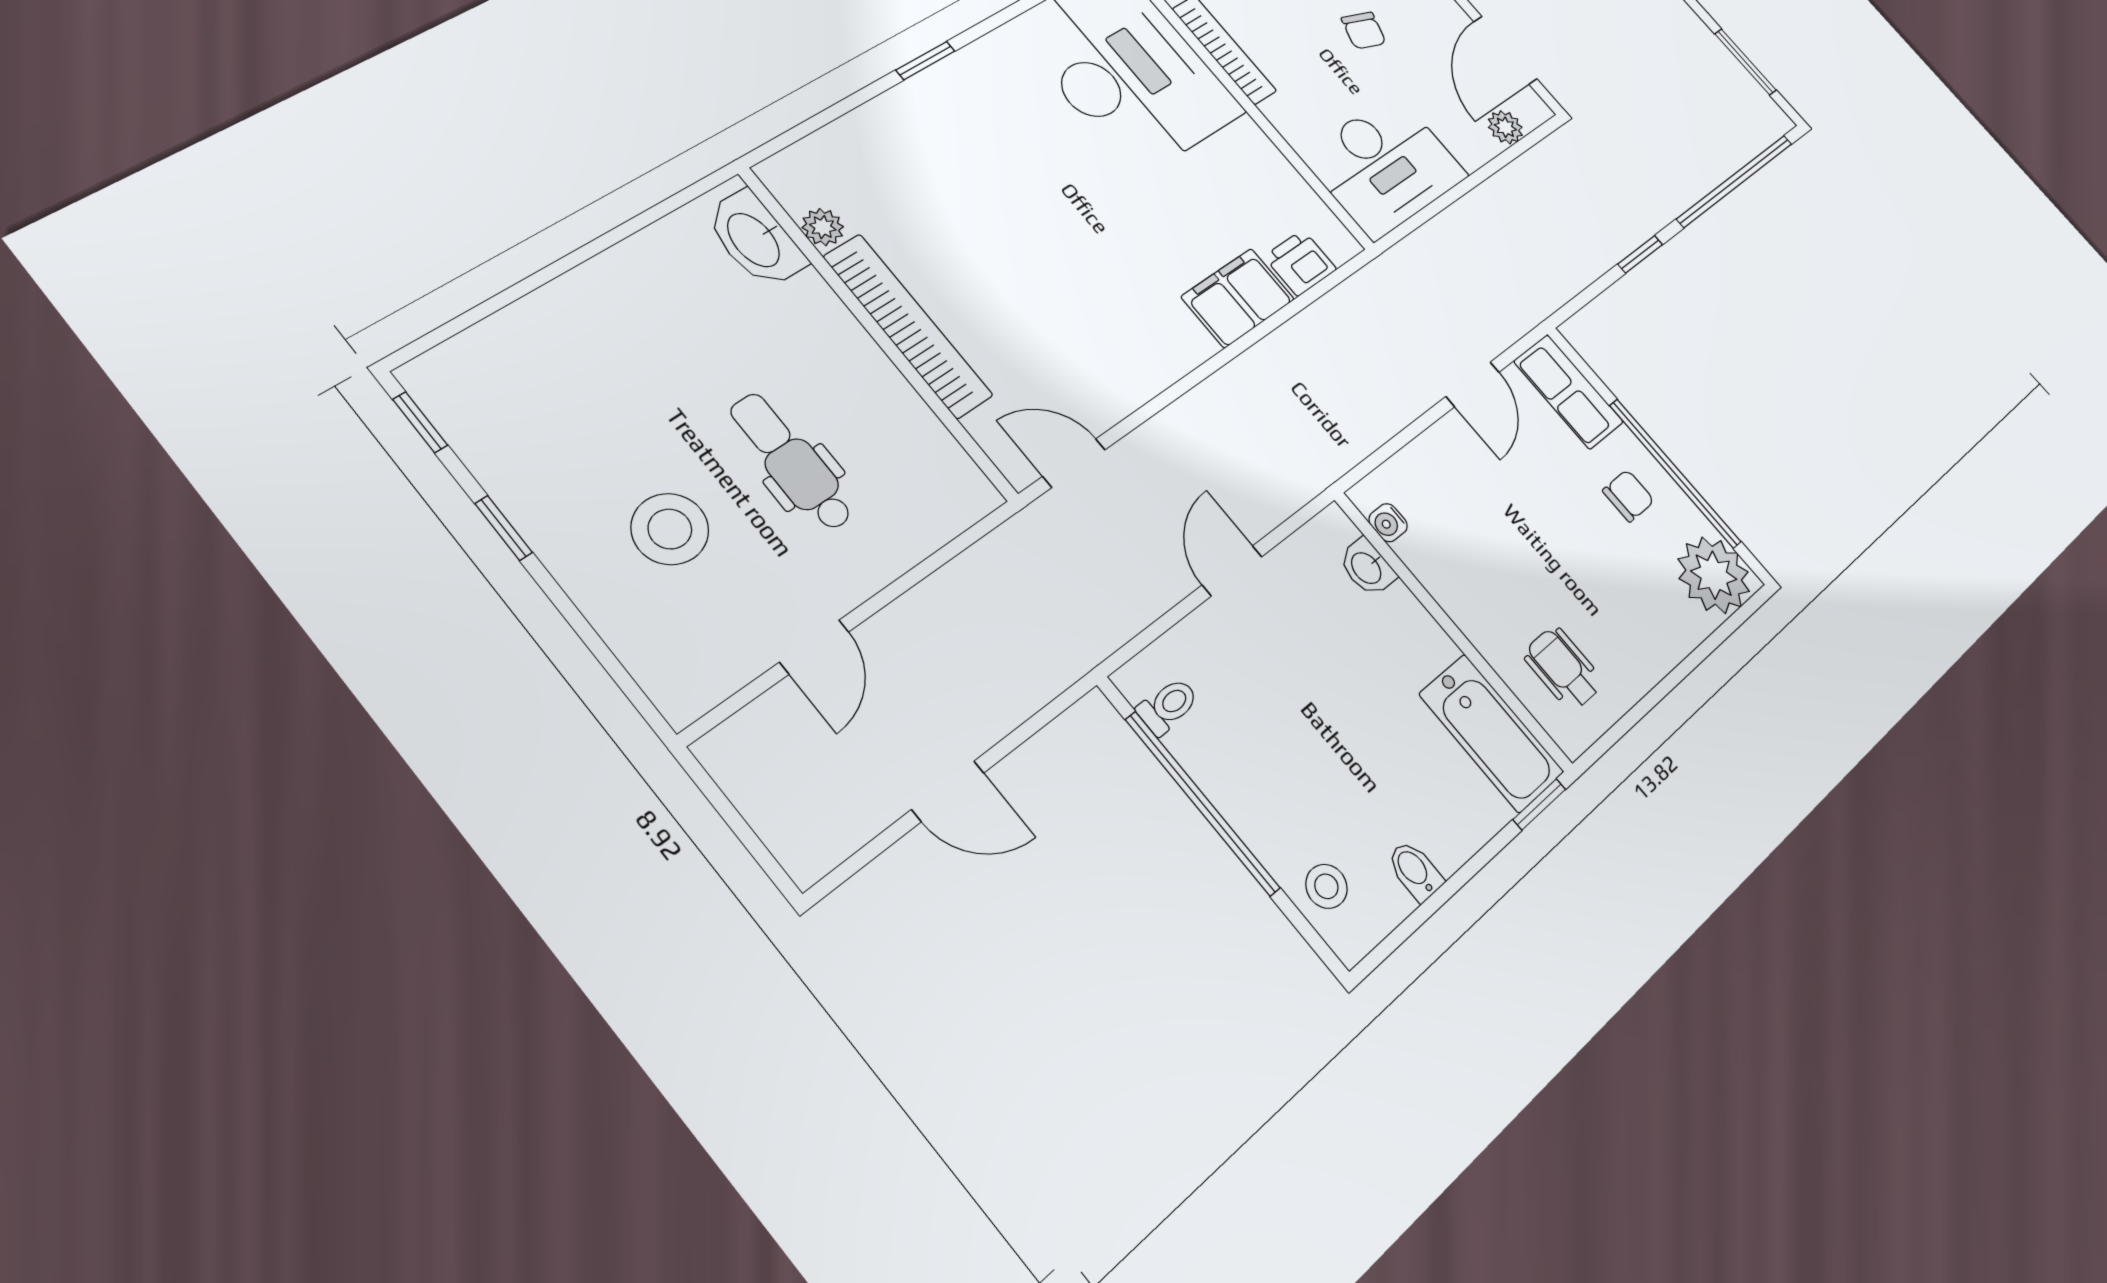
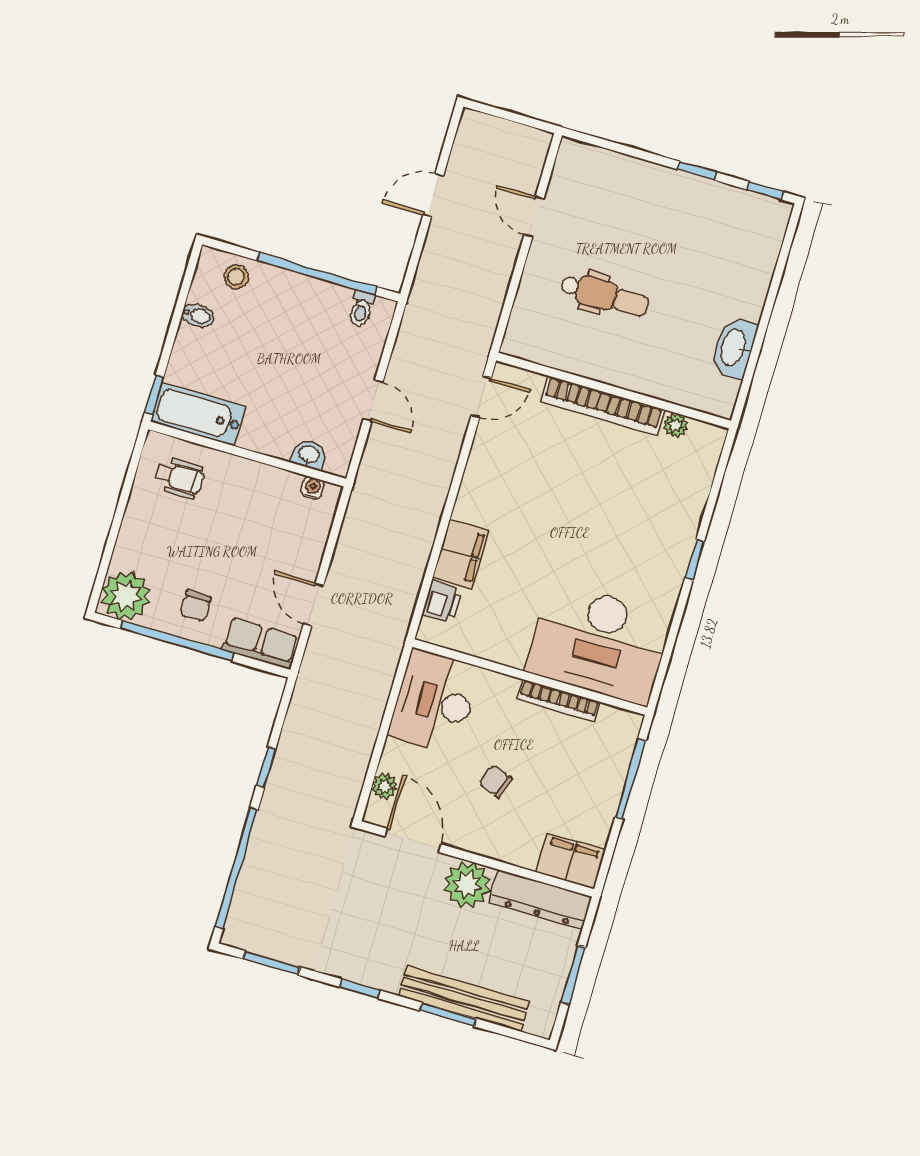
washbasin: (755, 239) -> (734, 348), moved, turned -90
stool: (670, 529) -> (631, 223), removed

